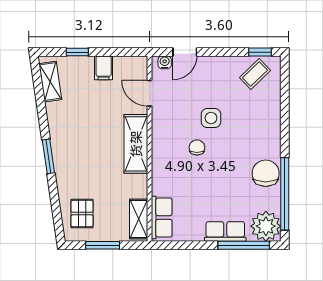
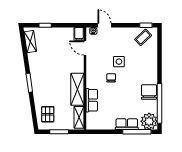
door: (185, 52) -> (104, 25), swing flipped
filing cabinet: (104, 68) -> (79, 34), moved
shelving: (136, 144) -> (77, 89), moved
row of seats: (162, 218) -> (92, 100), moved

